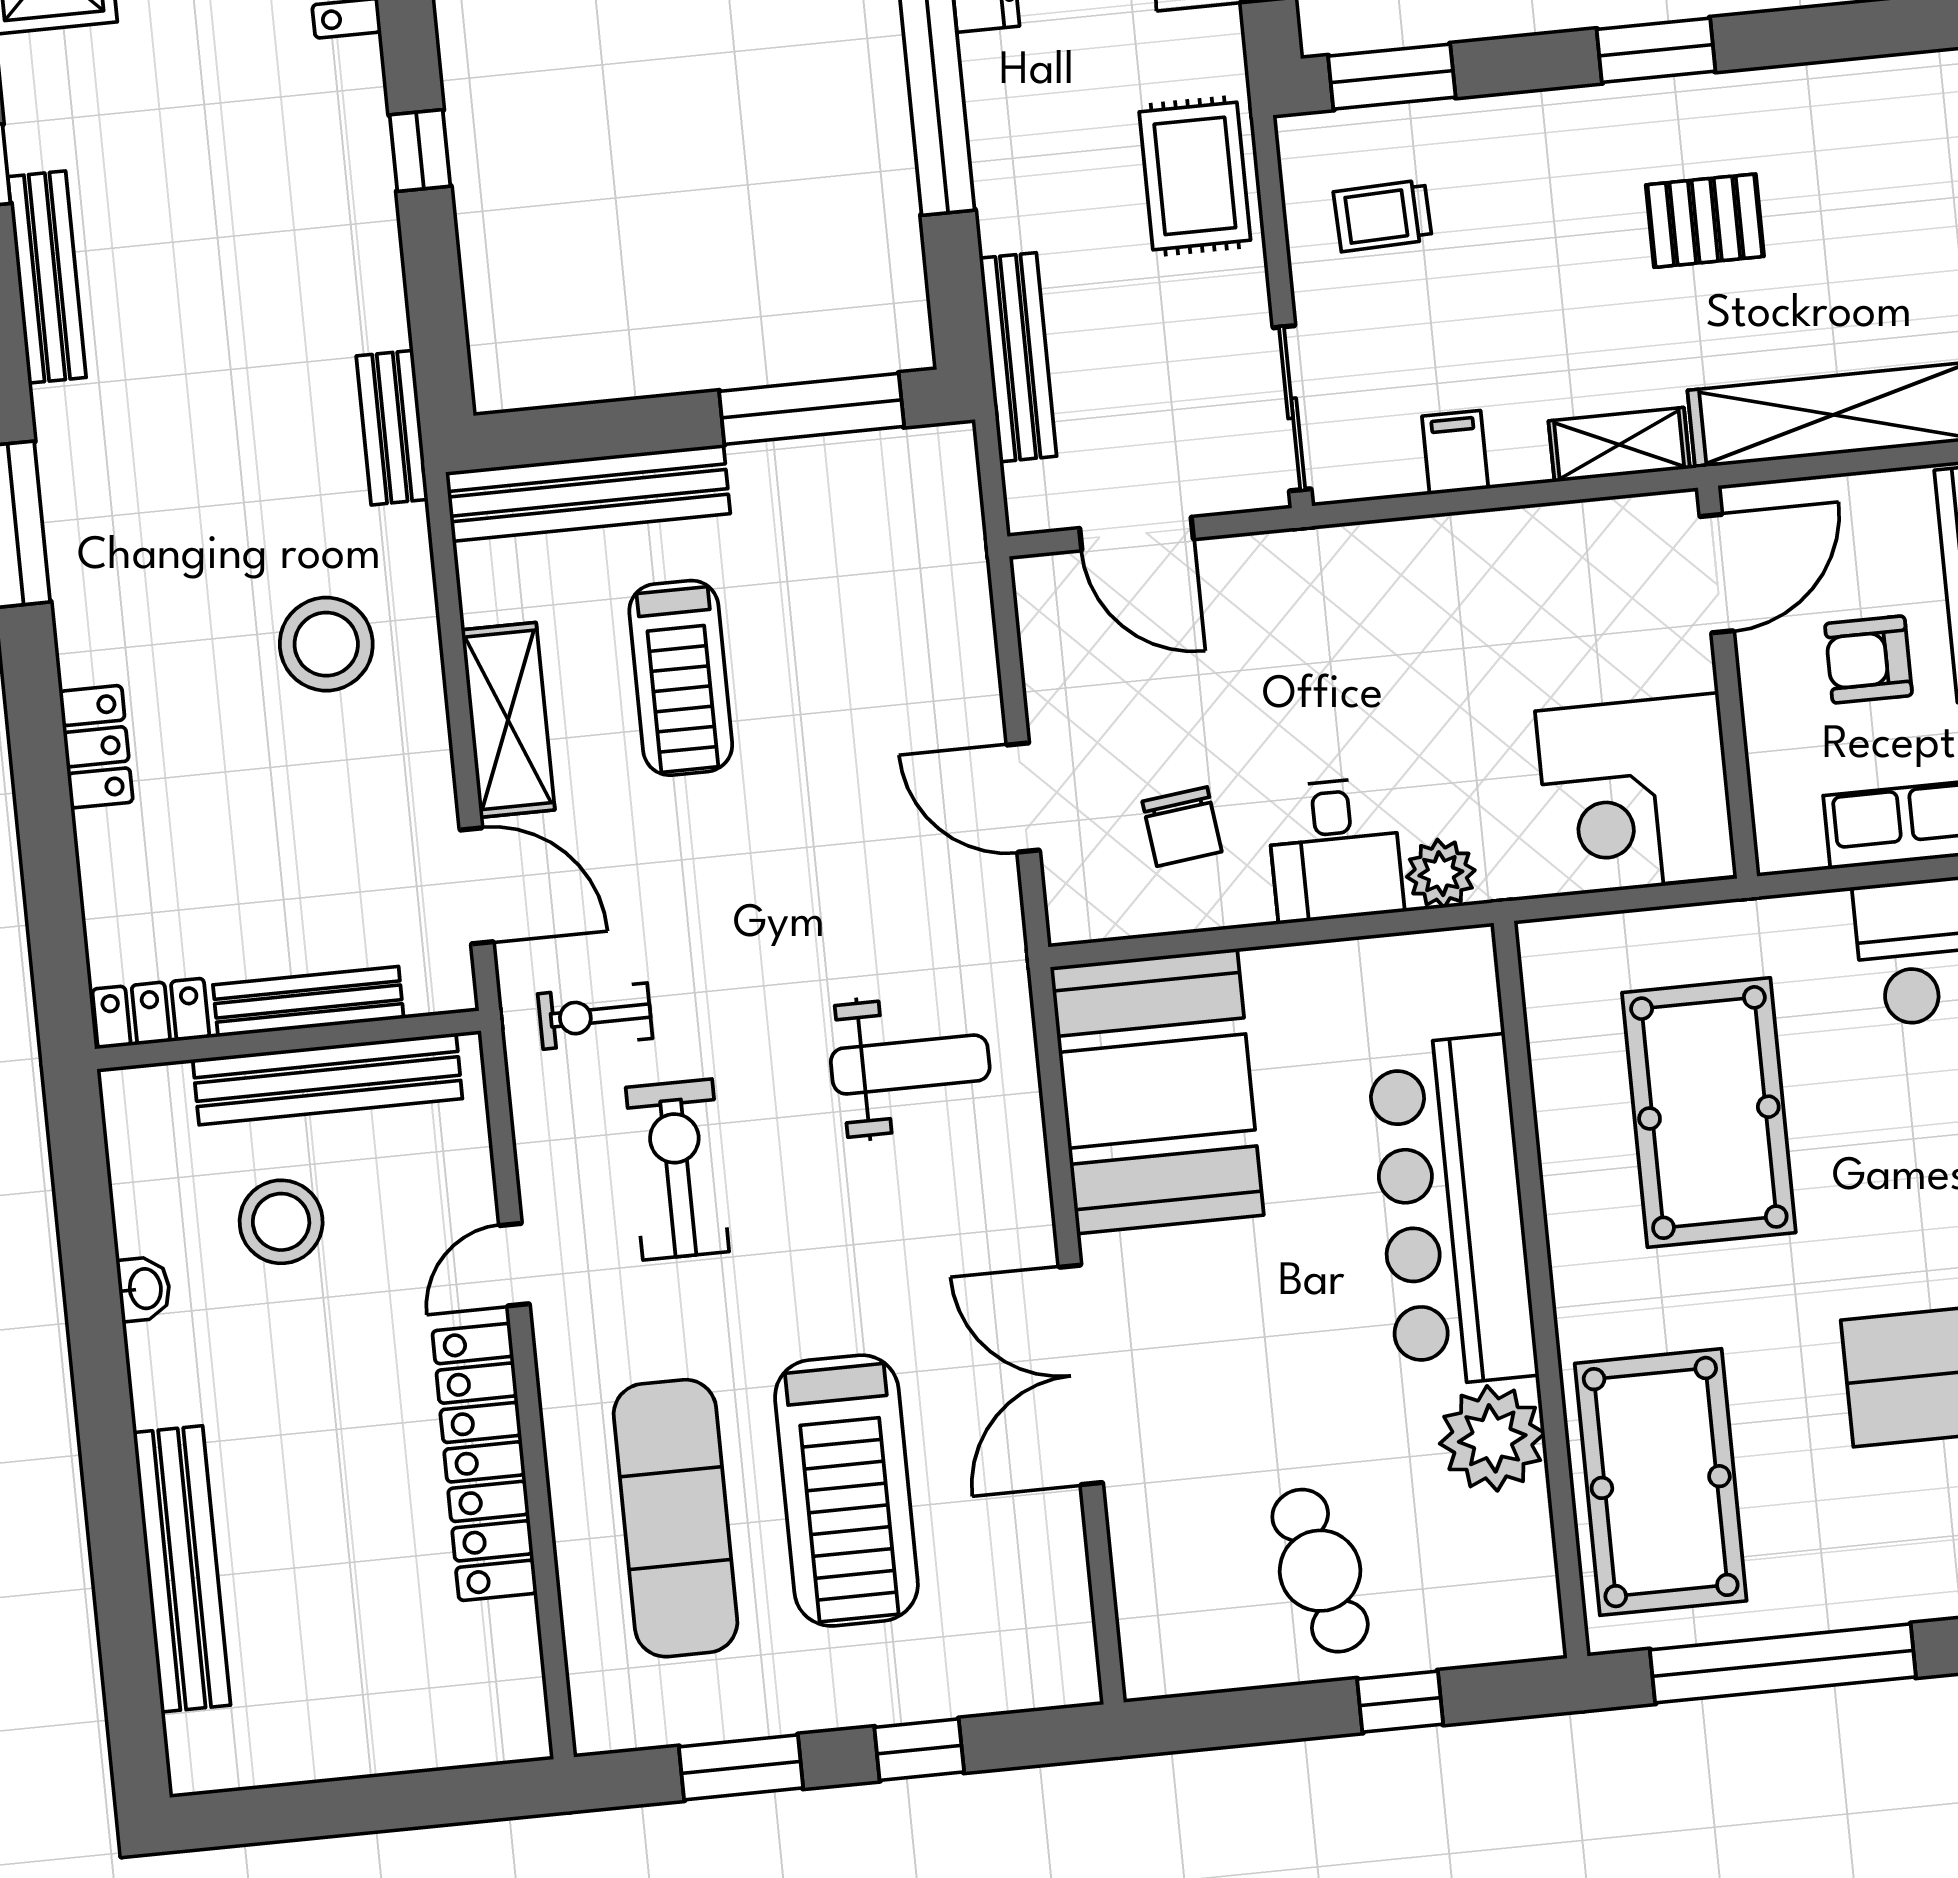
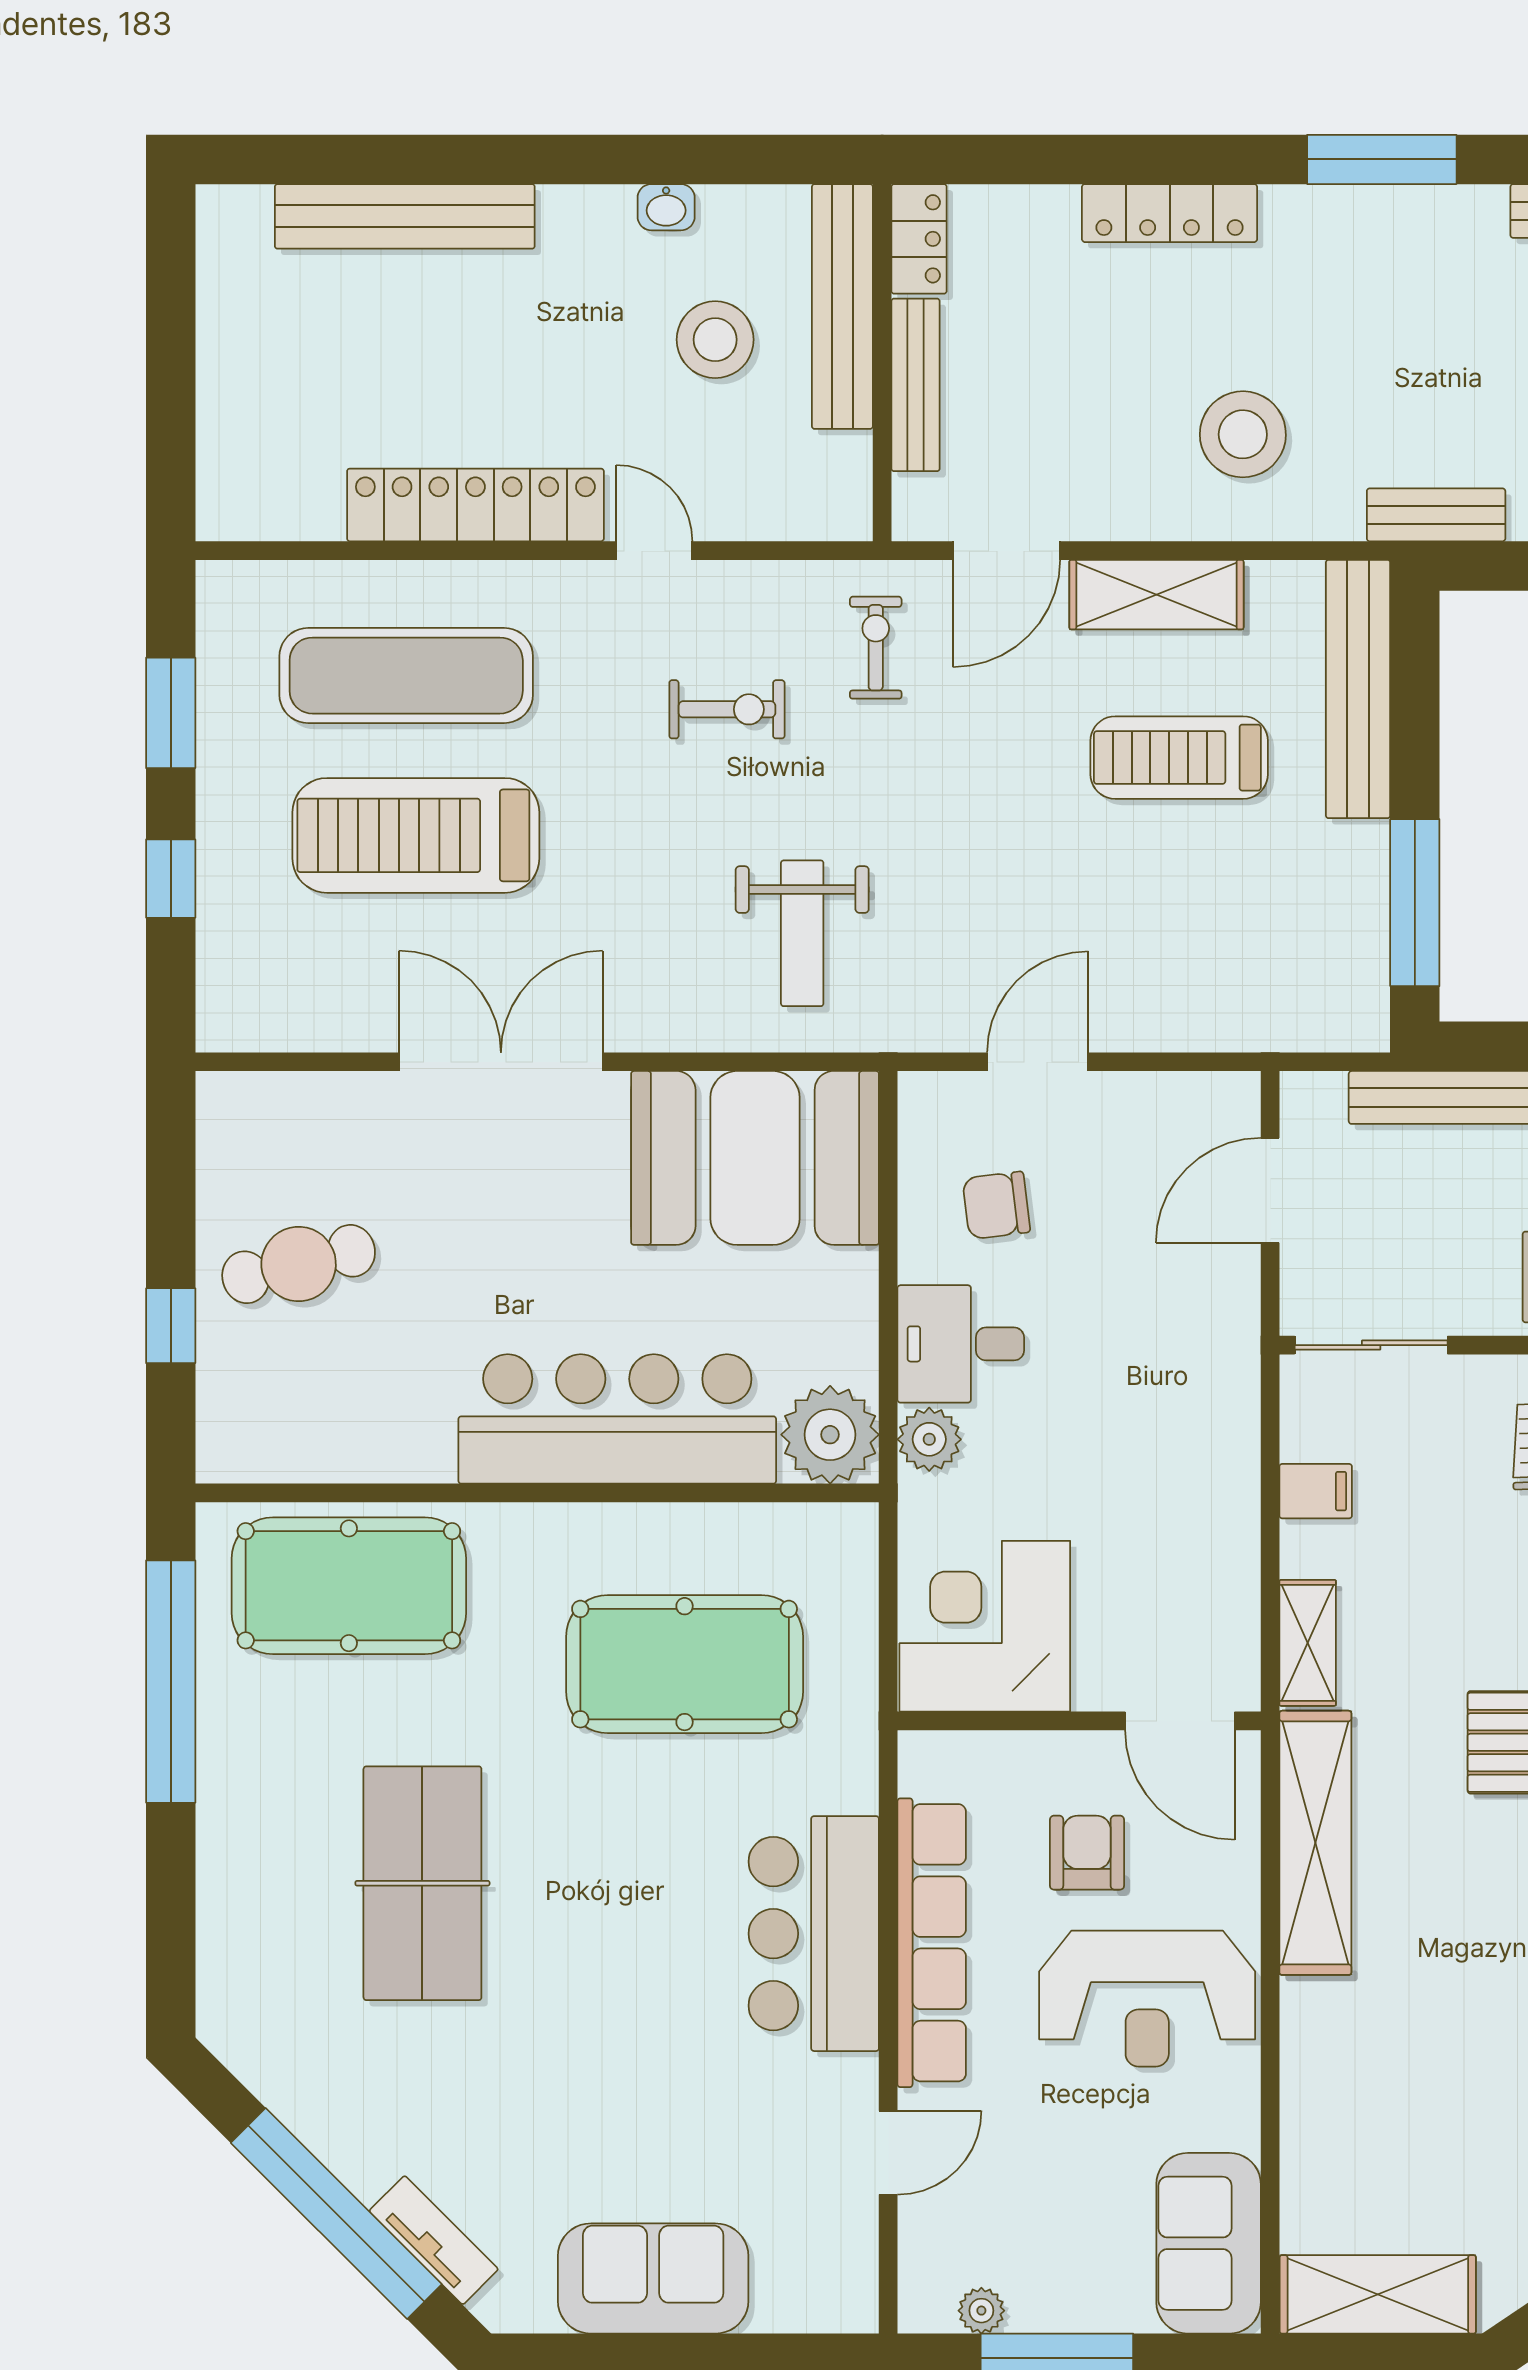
locker: (96, 747) -> (1170, 213), width x1.53
bench: (327, 1079) -> (842, 307), moved
exercise bike: (677, 1169) -> (727, 709), width x0.73, depth x0.72
plant: (1492, 1438) -> (830, 1435), moved

